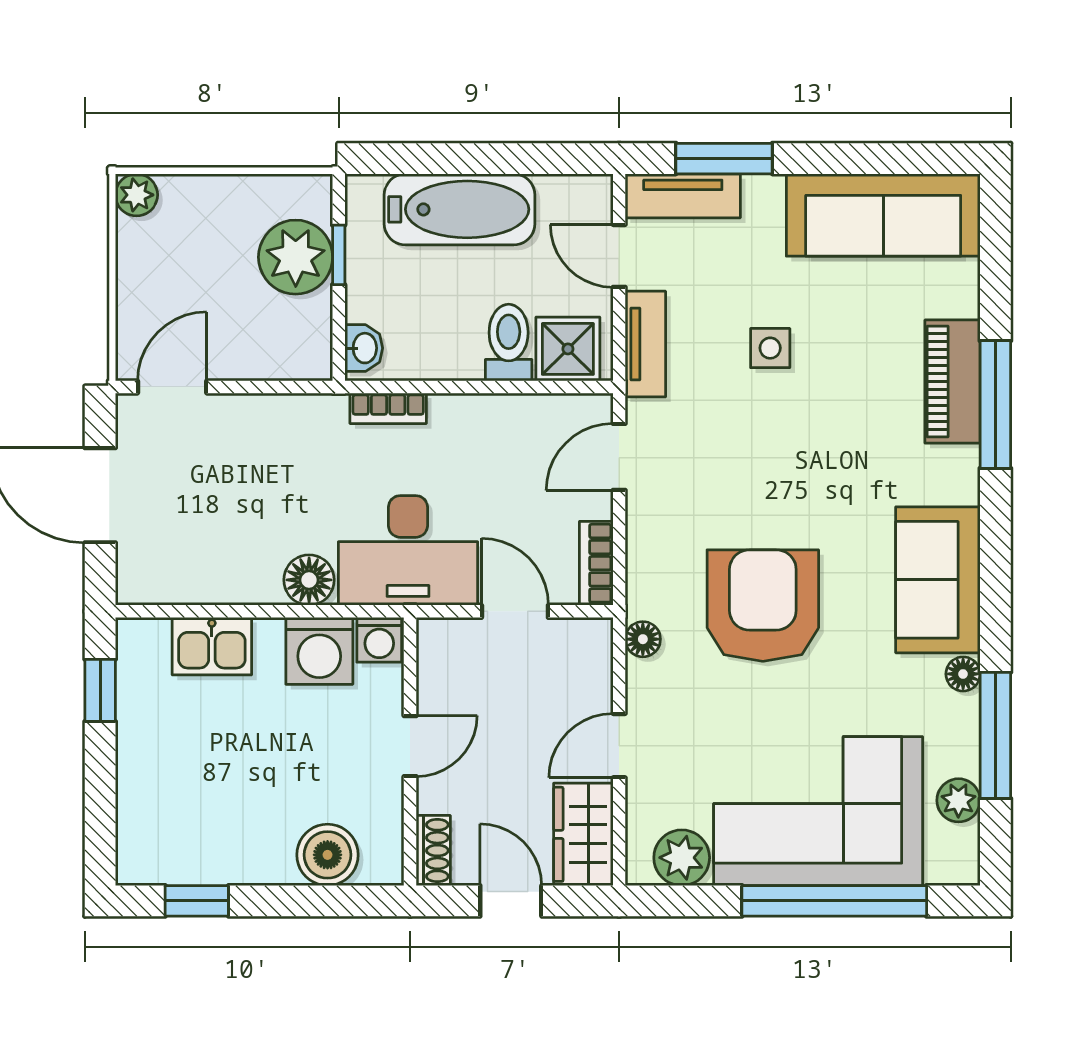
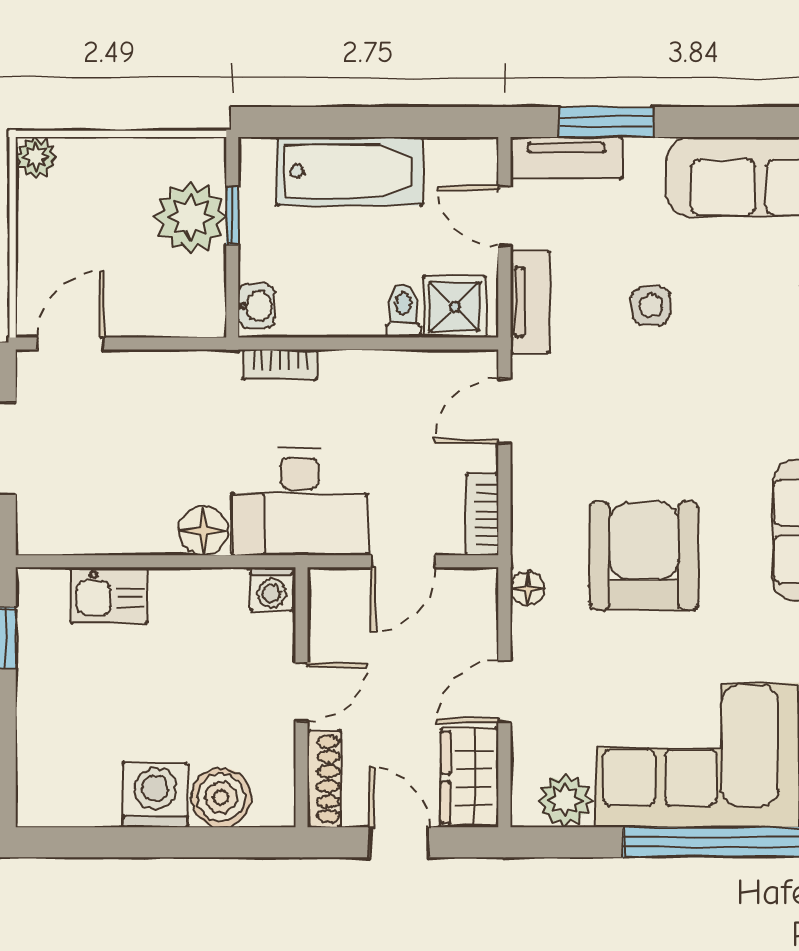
toilet: (509, 343) -> (403, 311), width x0.73, depth x0.72
door: (515, 611) -> (403, 561), swing flipped
washing machine: (319, 651) -> (155, 795), moved, turned 180
shoe rack: (433, 851) -> (324, 779), width x1.43
window: (197, 901) -> (95, 842), removed

